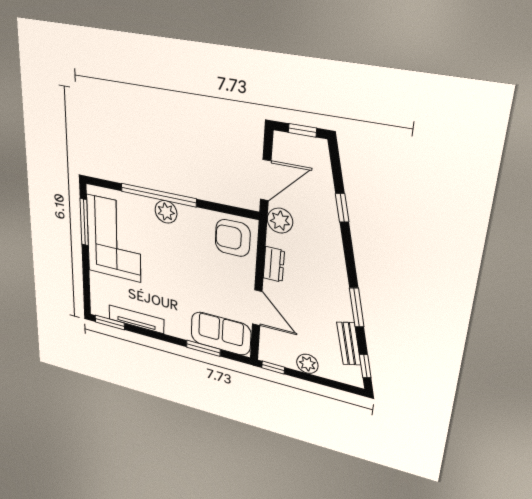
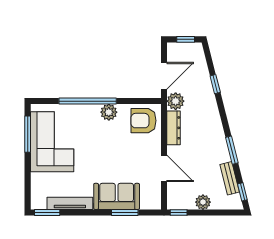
plant: (166, 212) -> (109, 112), moved
dresser: (274, 264) -> (174, 128), width x1.44
sofa: (221, 334) -> (117, 196), moved

